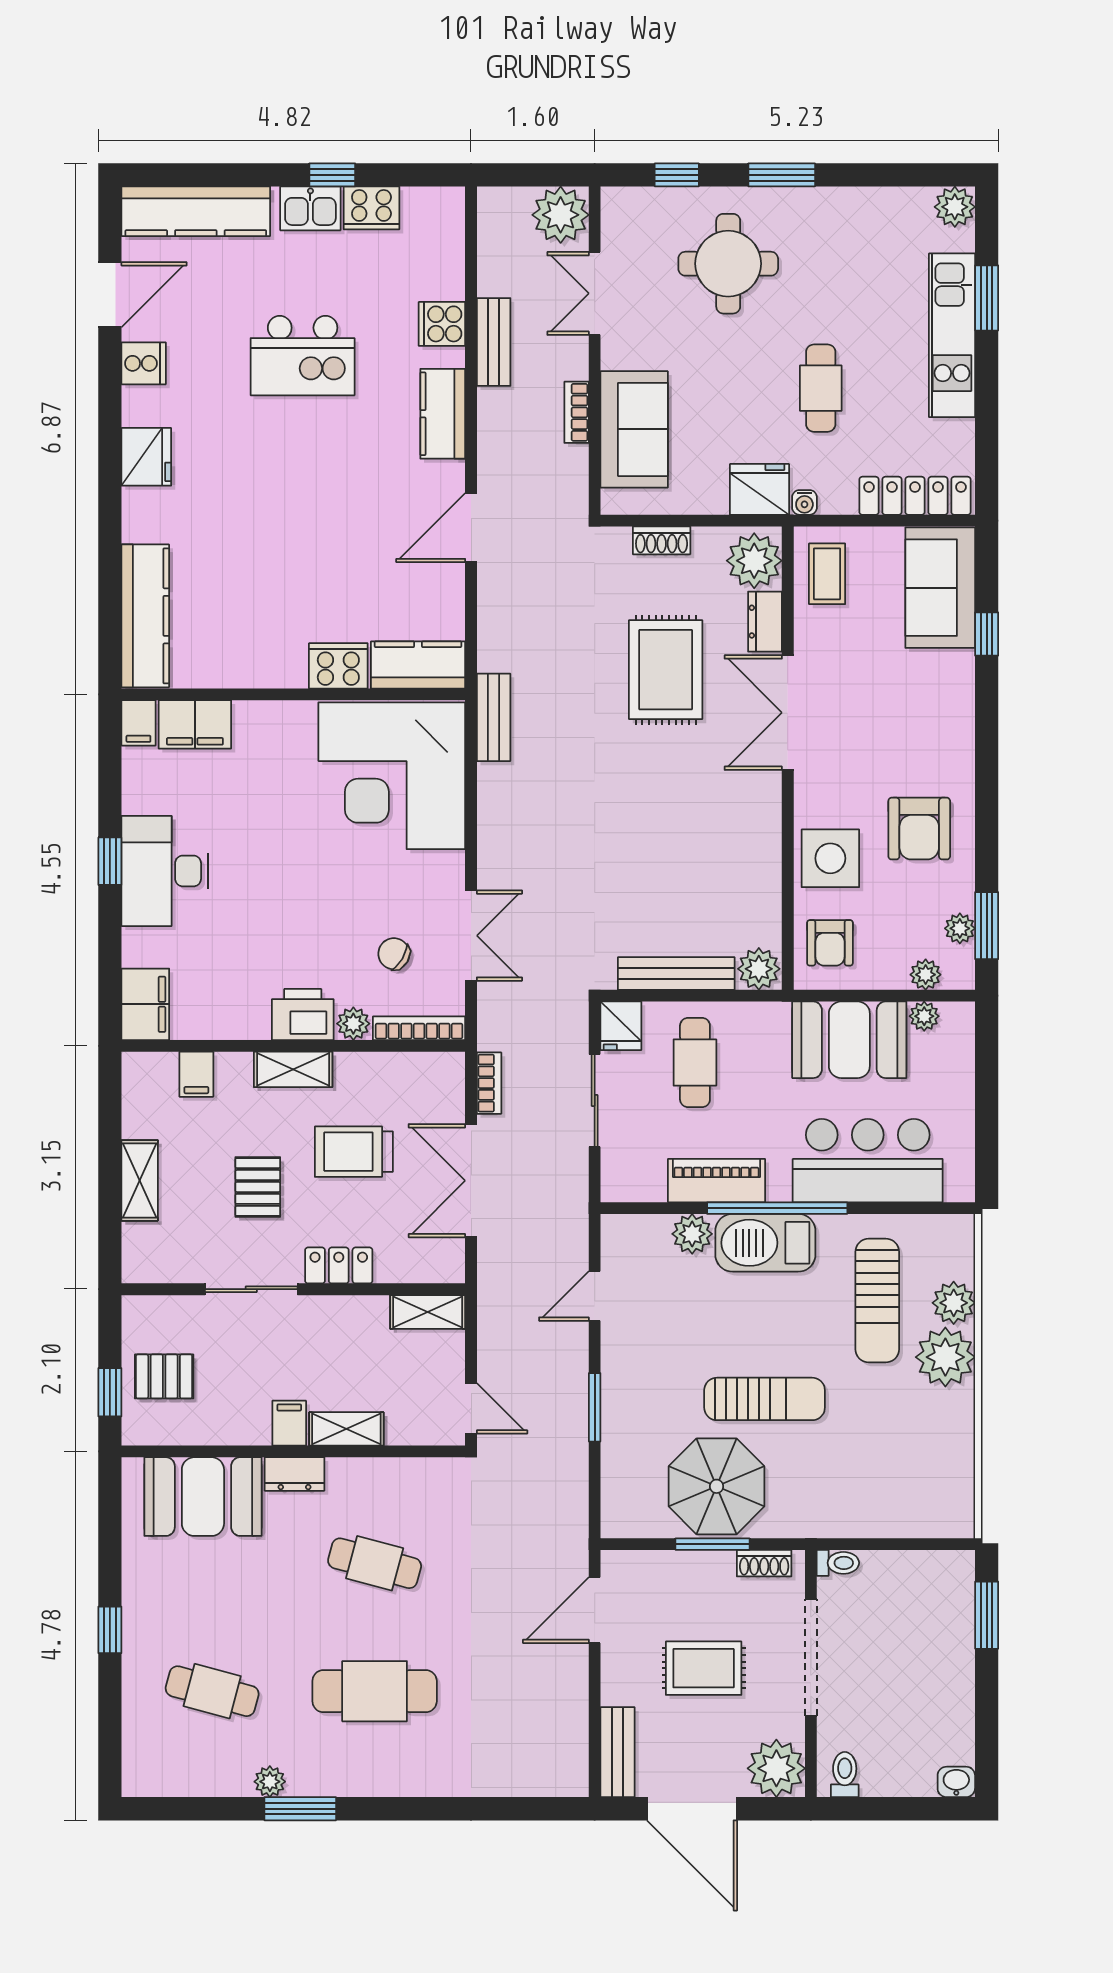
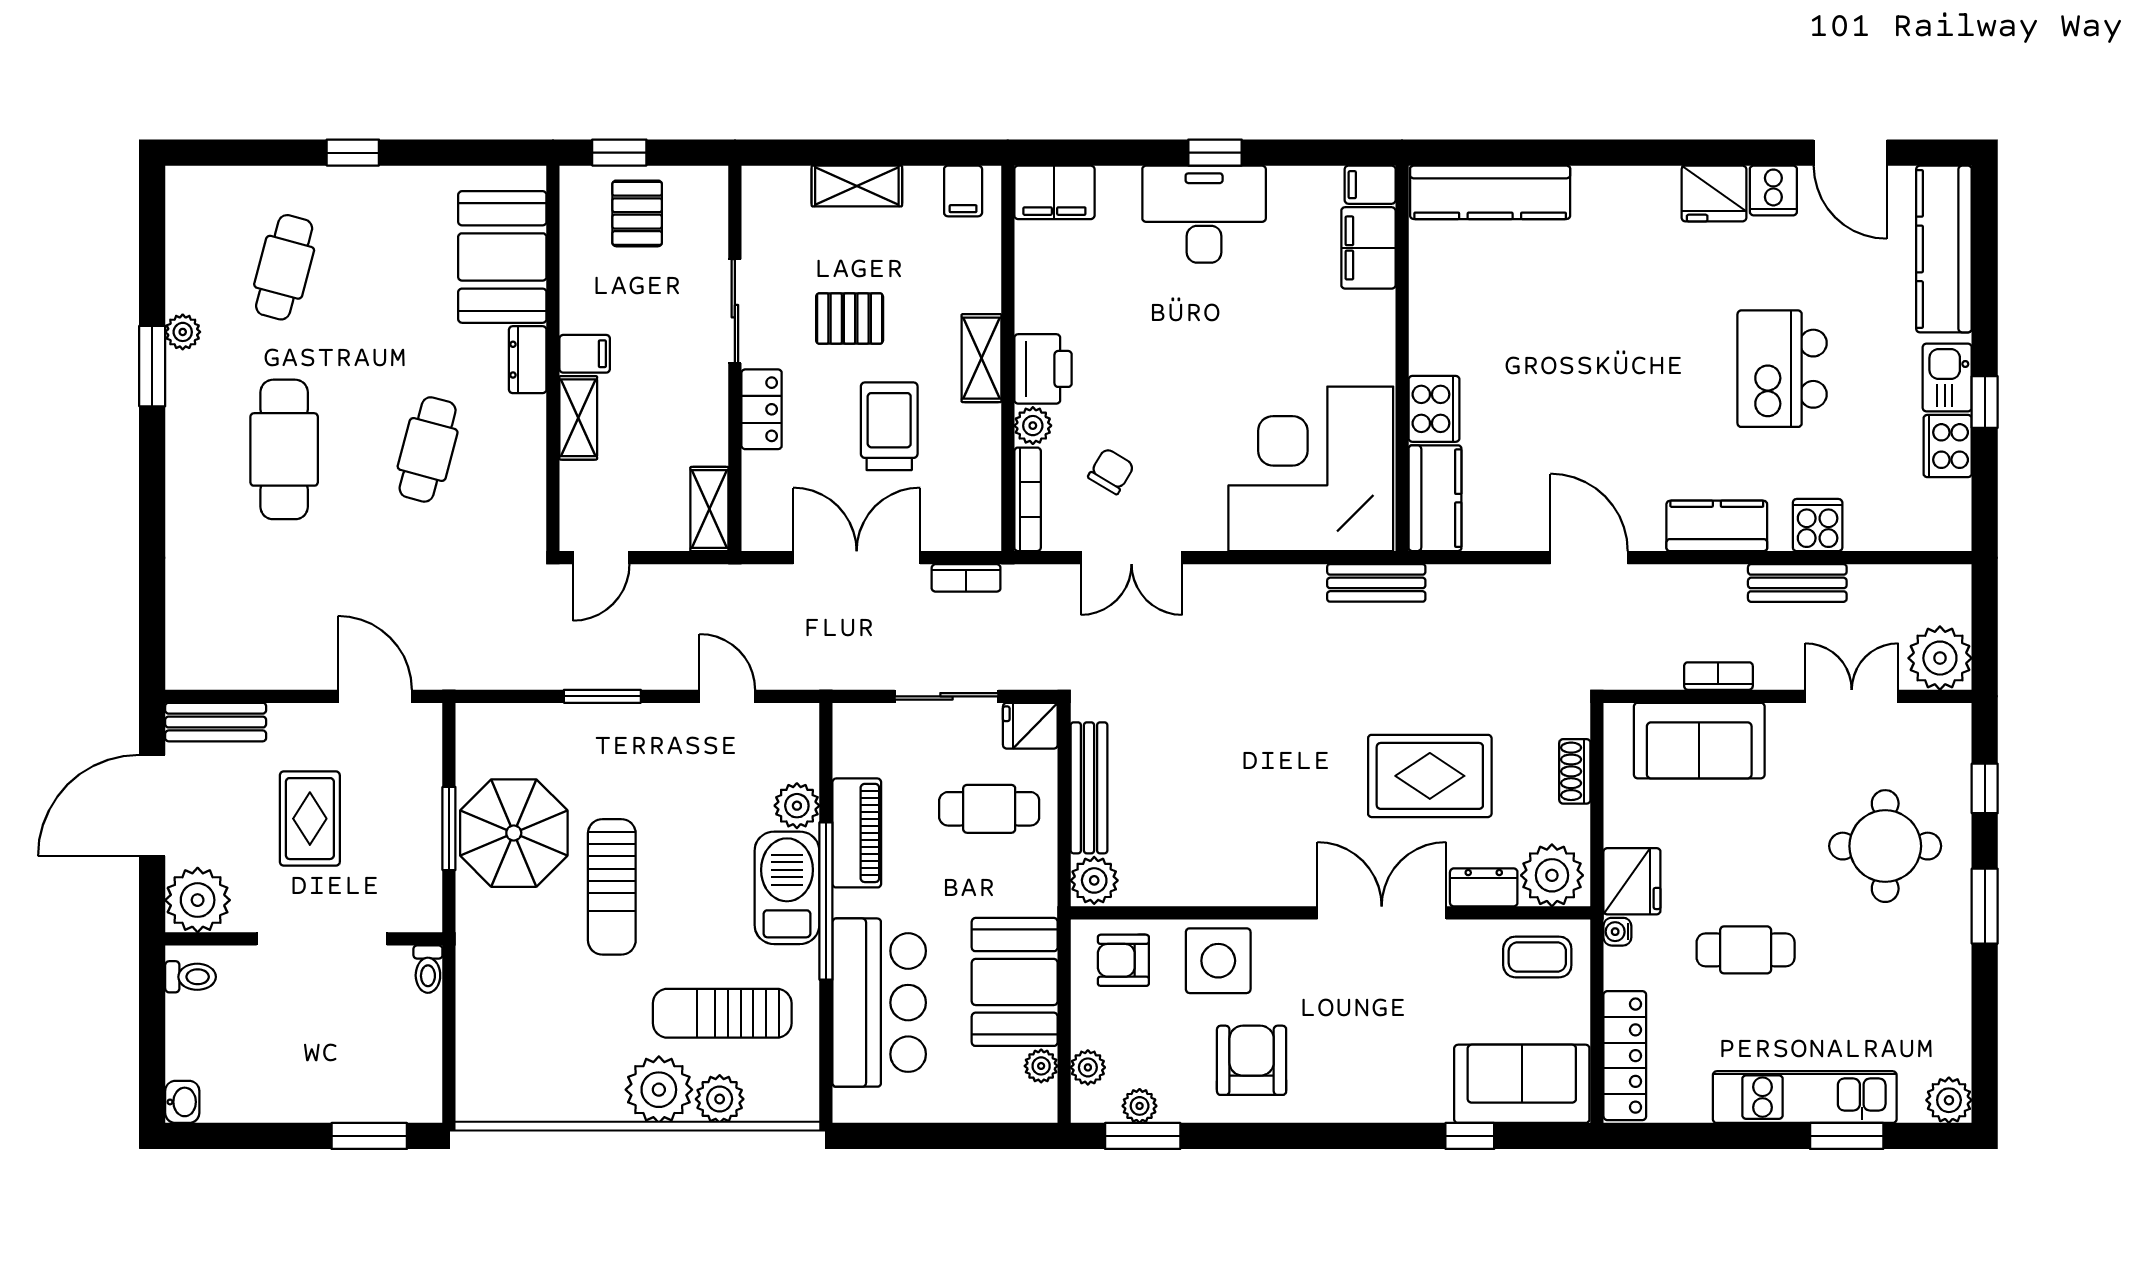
fridge: (146, 457) -> (1714, 193), moved
armchair: (919, 829) -> (1252, 1060), turned 90
filing cabinet: (196, 1074) -> (963, 191), moved, turned -90
shoe rack: (764, 1563) -> (428, 886), removed

